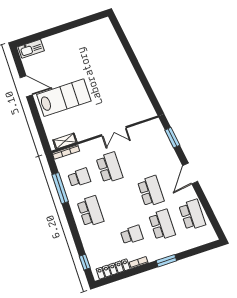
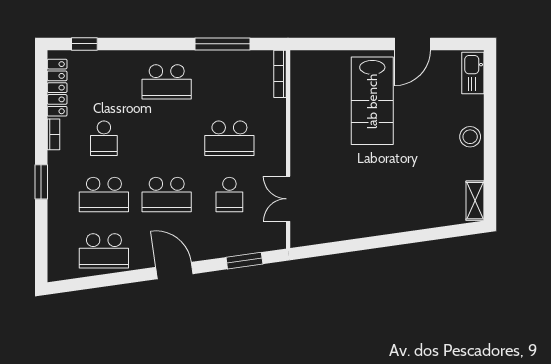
stool: (66, 39) -> (470, 137), added
double door: (114, 131) -> (288, 199), moved
shelving: (65, 141) -> (475, 201), moved
school desk: (79, 178) -> (229, 195), moved

